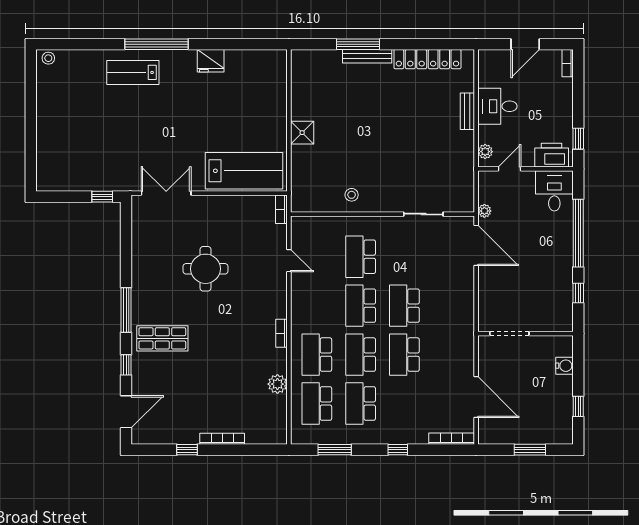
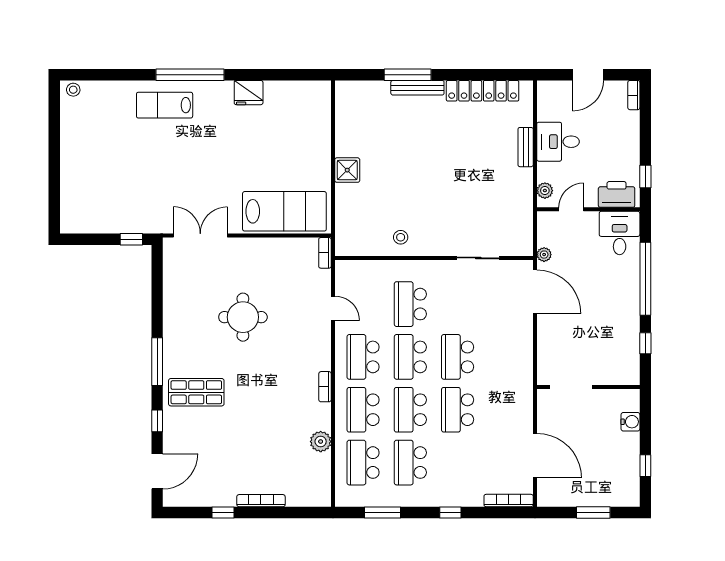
school desk: (317, 306) -> (363, 357), added

